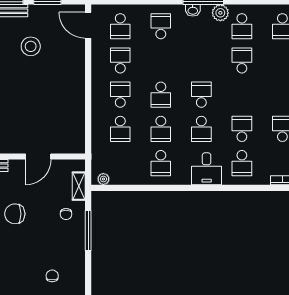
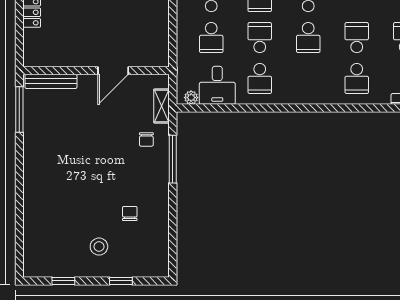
school desk: (161, 129) -> (260, 38), turned 180
desk: (207, 169) -> (217, 85), moved
chair: (15, 214) -> (85, 139), removed

